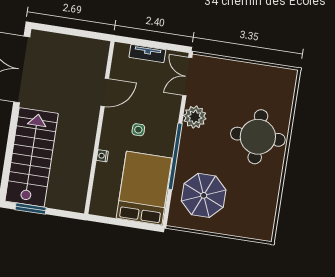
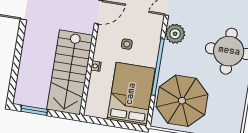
stairs: (32, 157) -> (70, 72), moved, turned 180
parasol: (204, 195) -> (182, 101), width x1.36, depth x1.36

